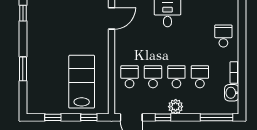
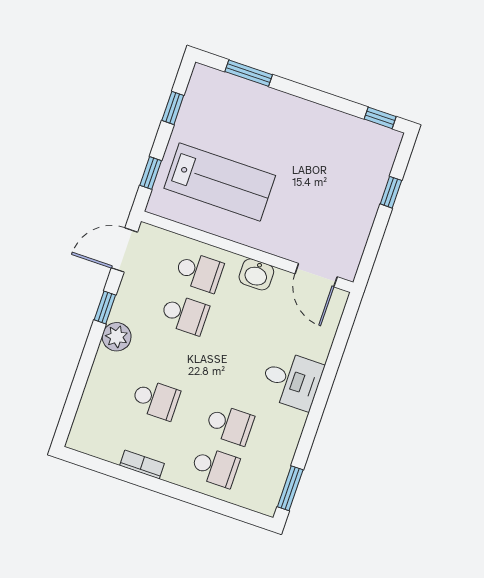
window: (23, 69) -> (249, 73), moved
school desk: (176, 77) -> (230, 425), moved
washbasin: (232, 93) -> (256, 274), moved, turned 180
window: (217, 117) -> (72, 404), removed

